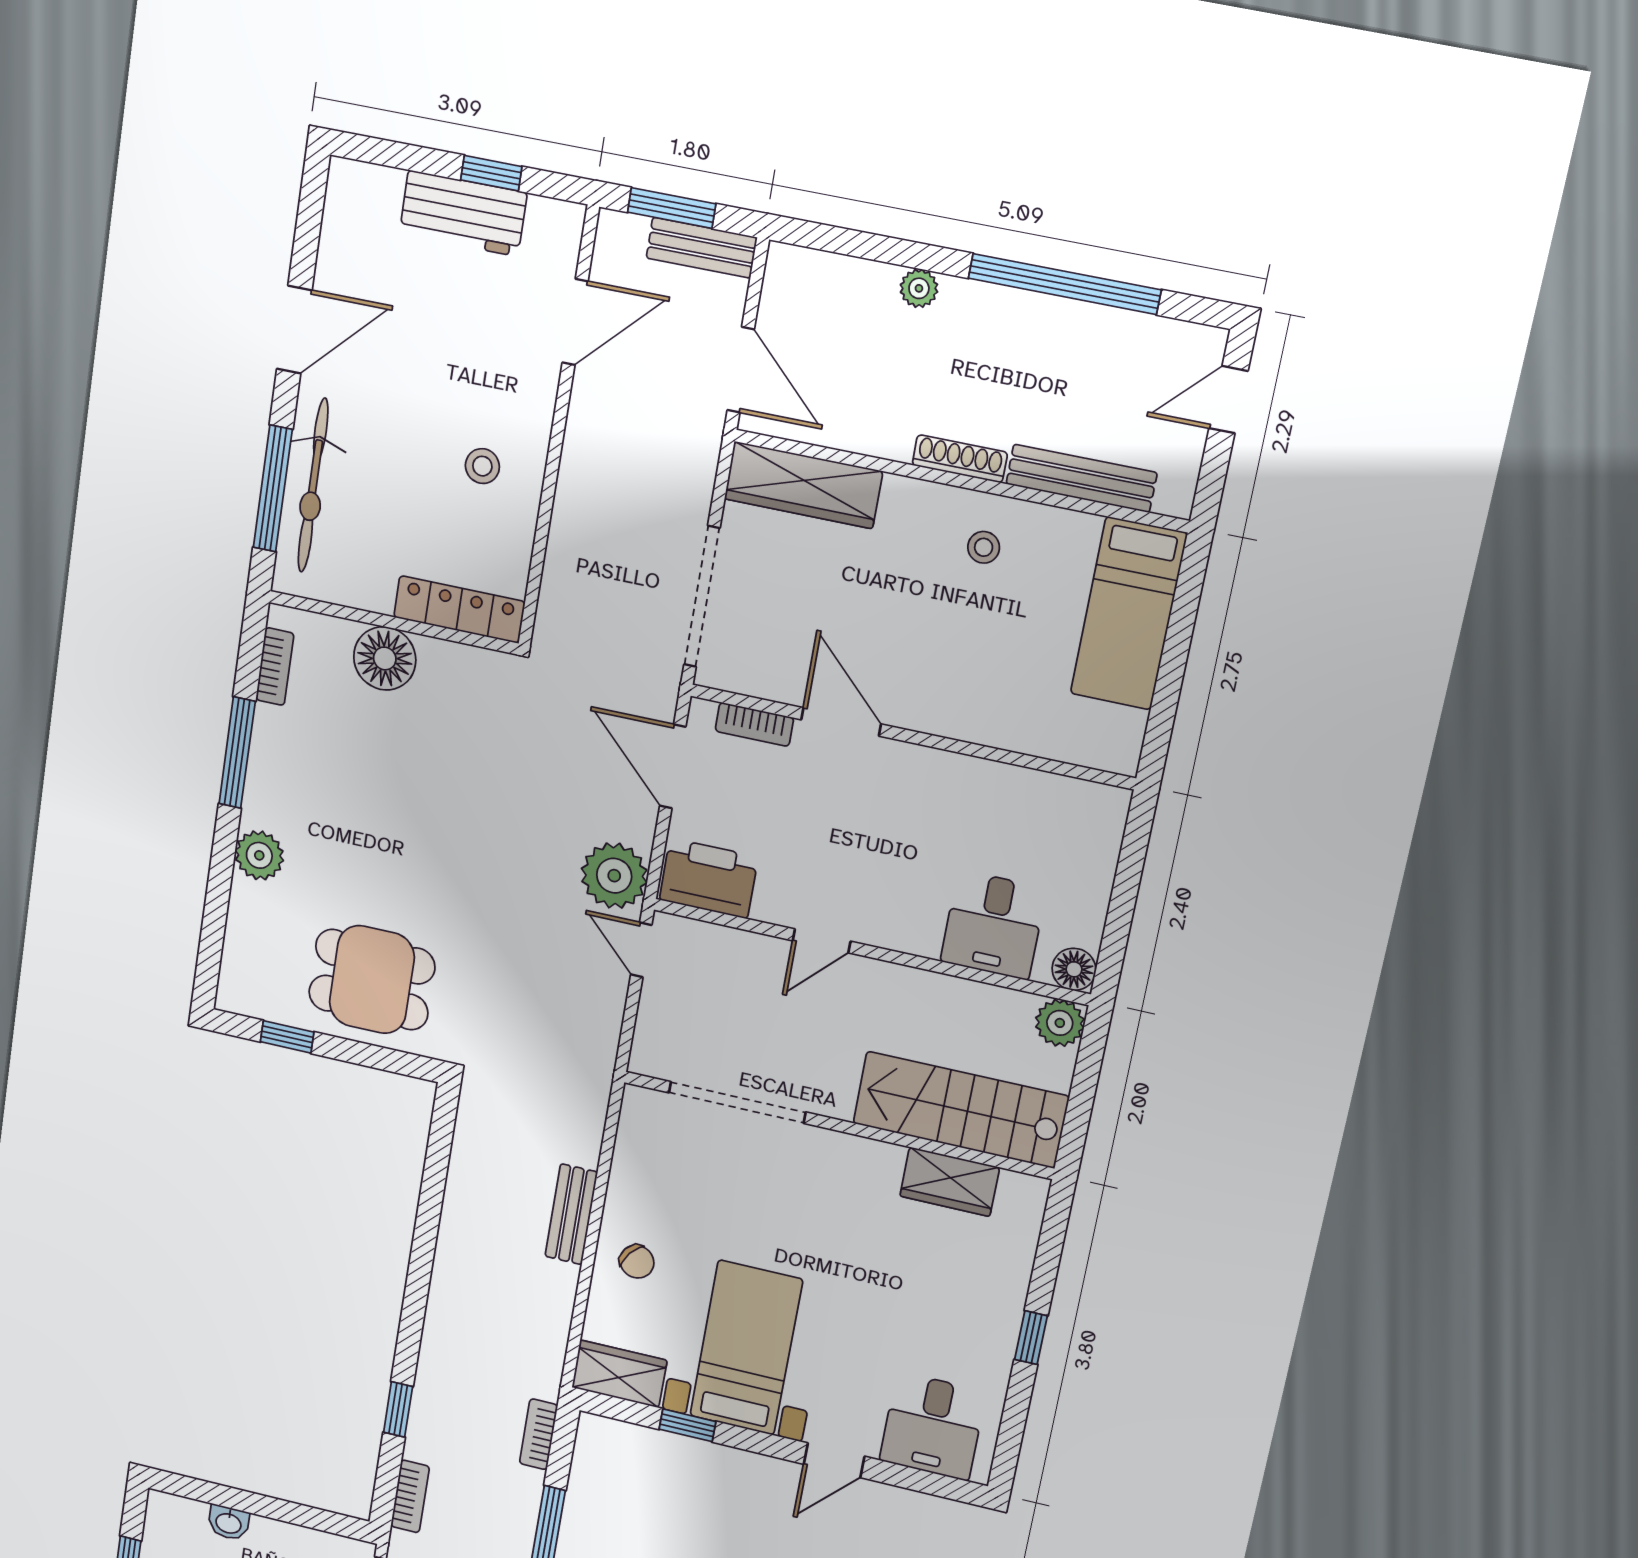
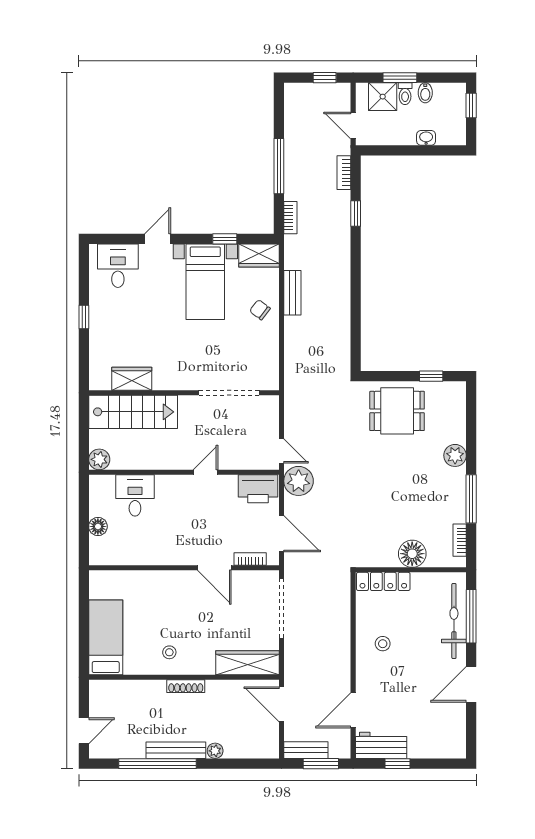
workbench: (463, 213) -> (381, 745), moved
bench: (1081, 478) -> (176, 750), moved
floor lamp: (1074, 969) -> (98, 526), moved
bench: (571, 1214) -> (292, 293), moved

